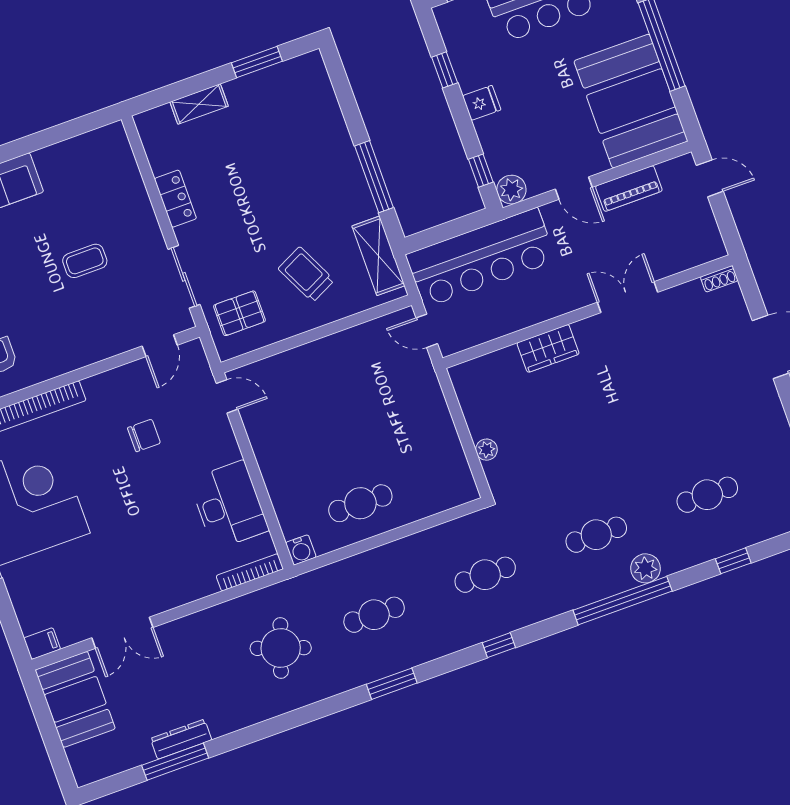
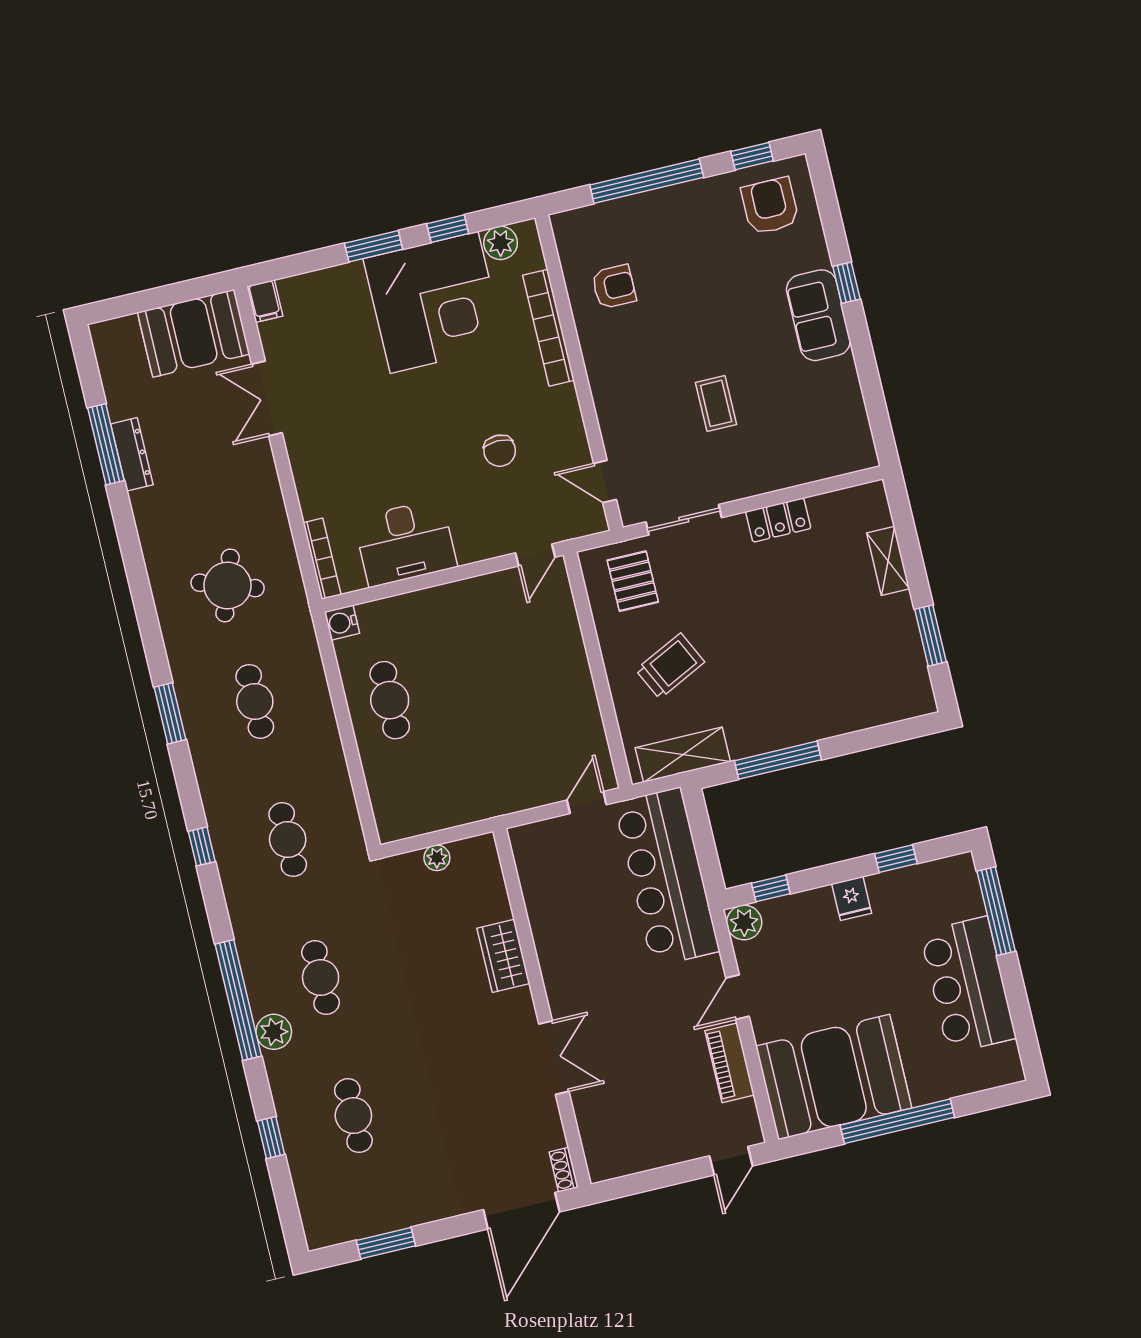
shoe rack: (719, 279) -> (564, 1170), moved
double door: (628, 297) -> (554, 1058), moved
wall: (587, 312) -> (542, 1008), moved
wardrobe: (548, 348) -> (503, 956), moved

